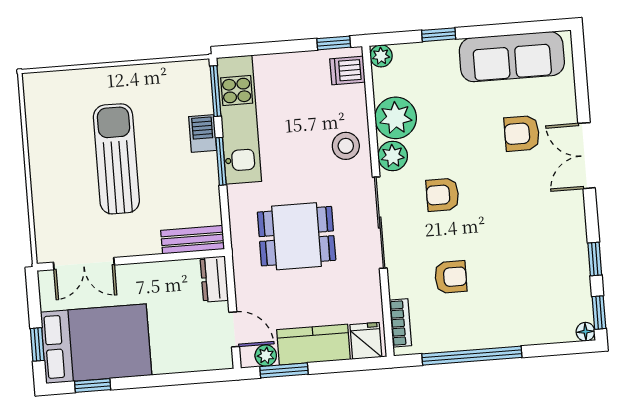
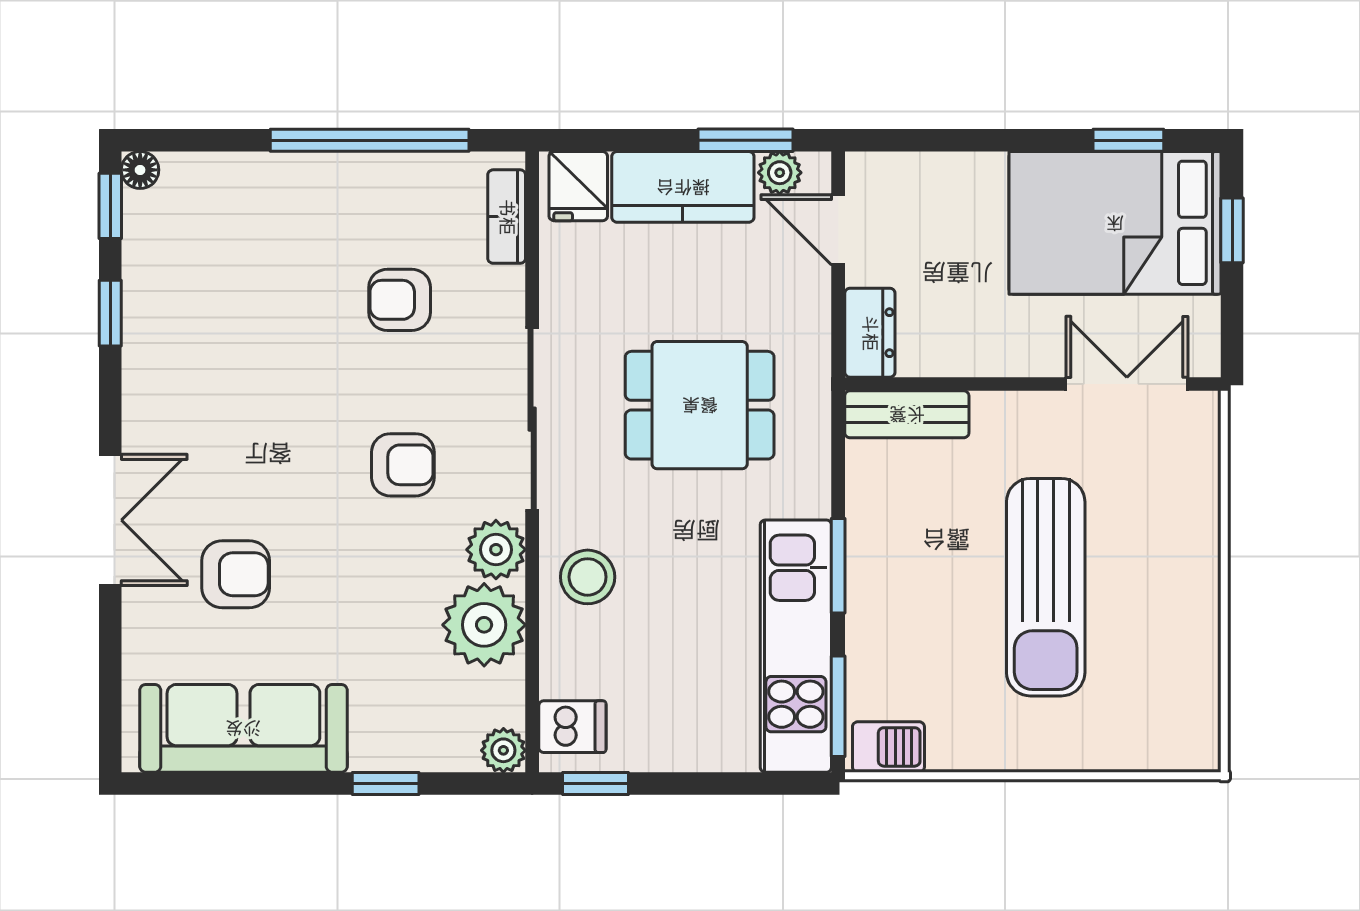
barbecue: (203, 133) -> (888, 747), moved, turned -90

